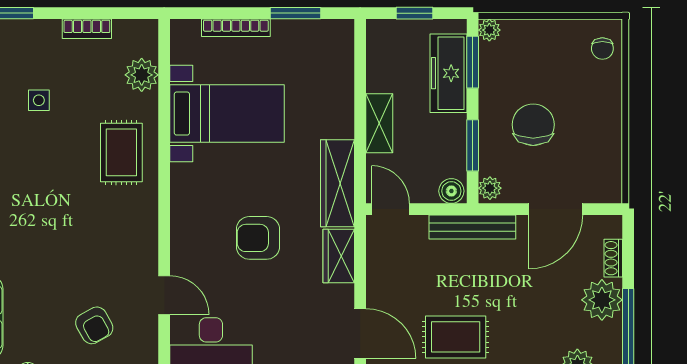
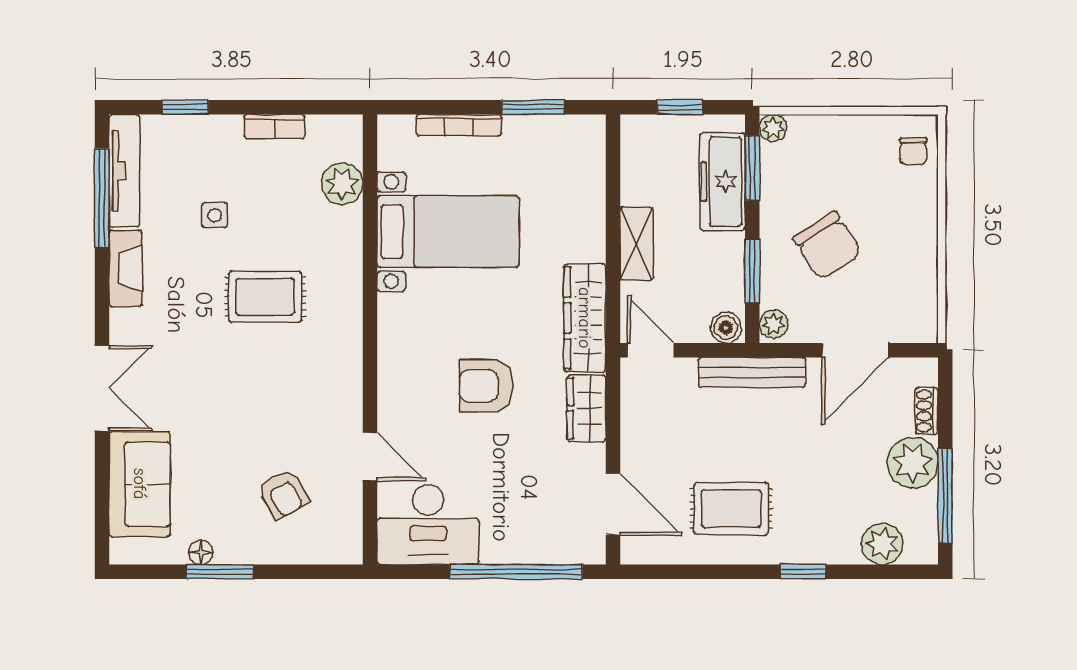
chair: (533, 125) -> (827, 245), turned 147
rug: (121, 152) -> (265, 297), moved, turned 90

